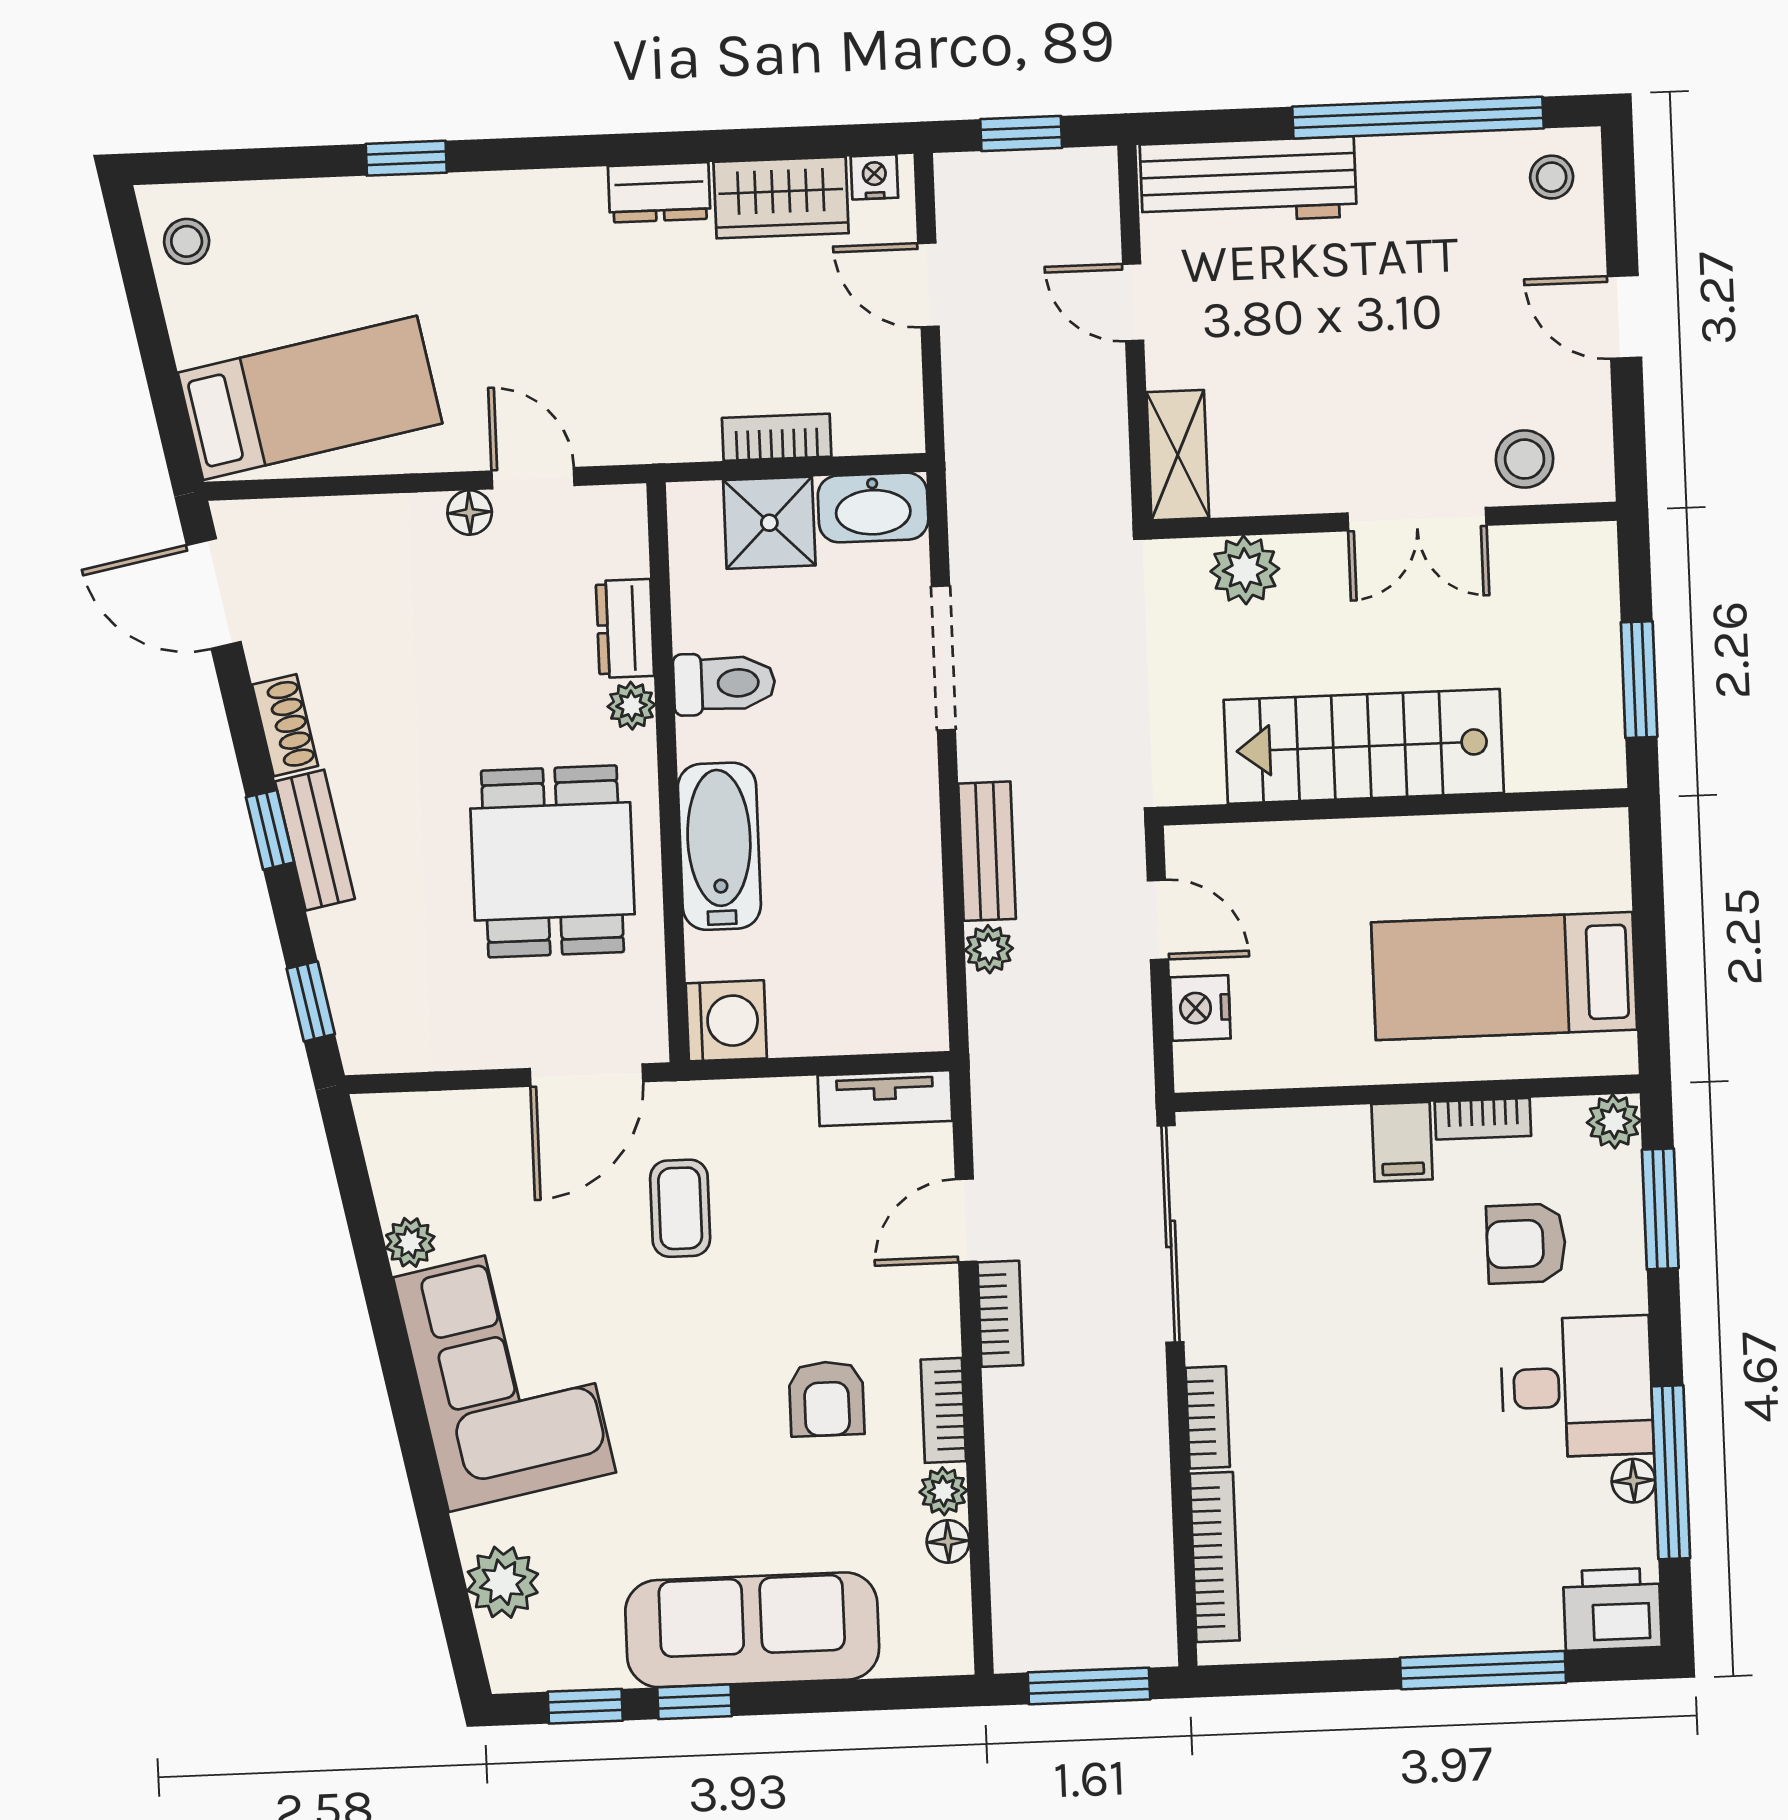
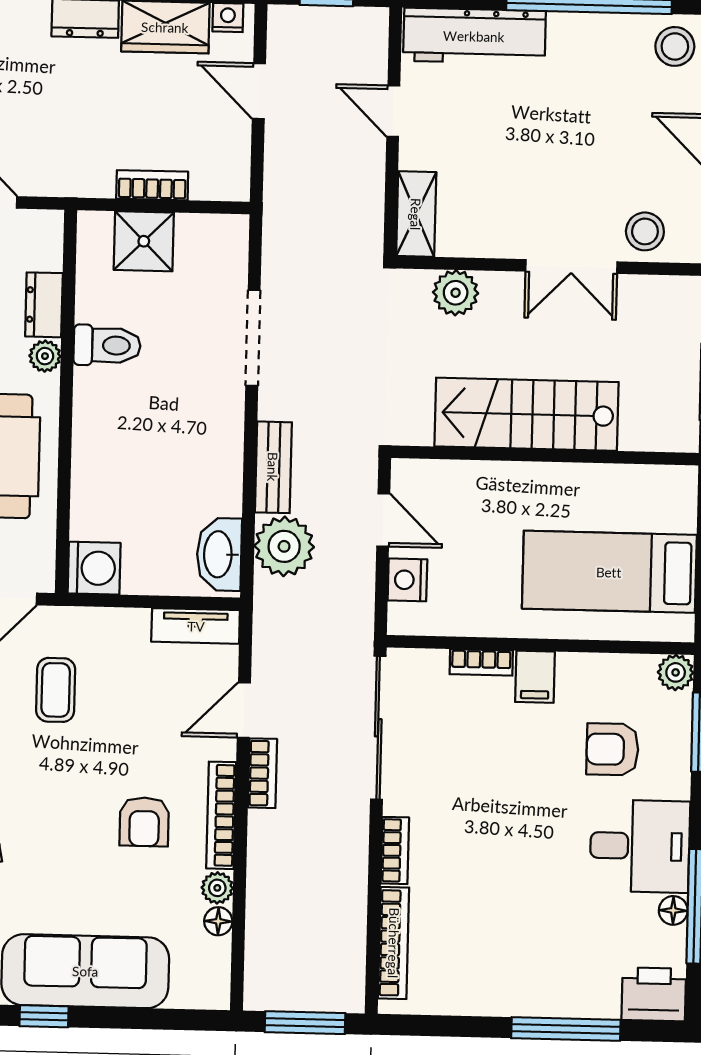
stool: (1552, 177) -> (675, 46), width x1.37, depth x1.37
washbasin: (873, 508) -> (219, 554), moved, turned 90
bathtub: (719, 846) -> (97, 453), removed
plant: (989, 949) -> (284, 546), width x1.88, depth x1.88
bookcase: (1483, 1119) -> (481, 662), moved
bookcase: (943, 1410) -> (221, 815), width x1.56

